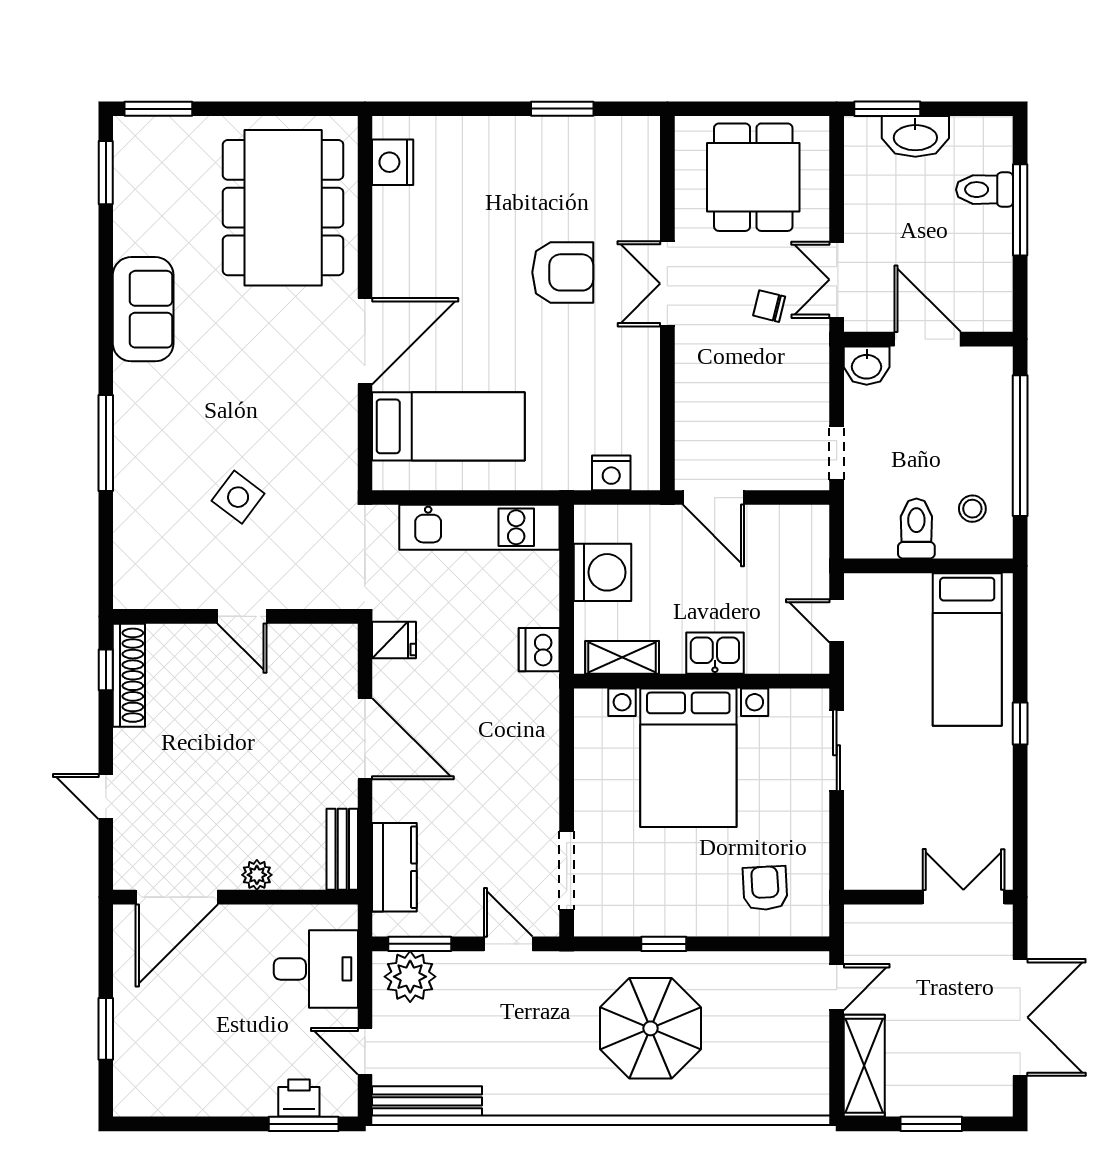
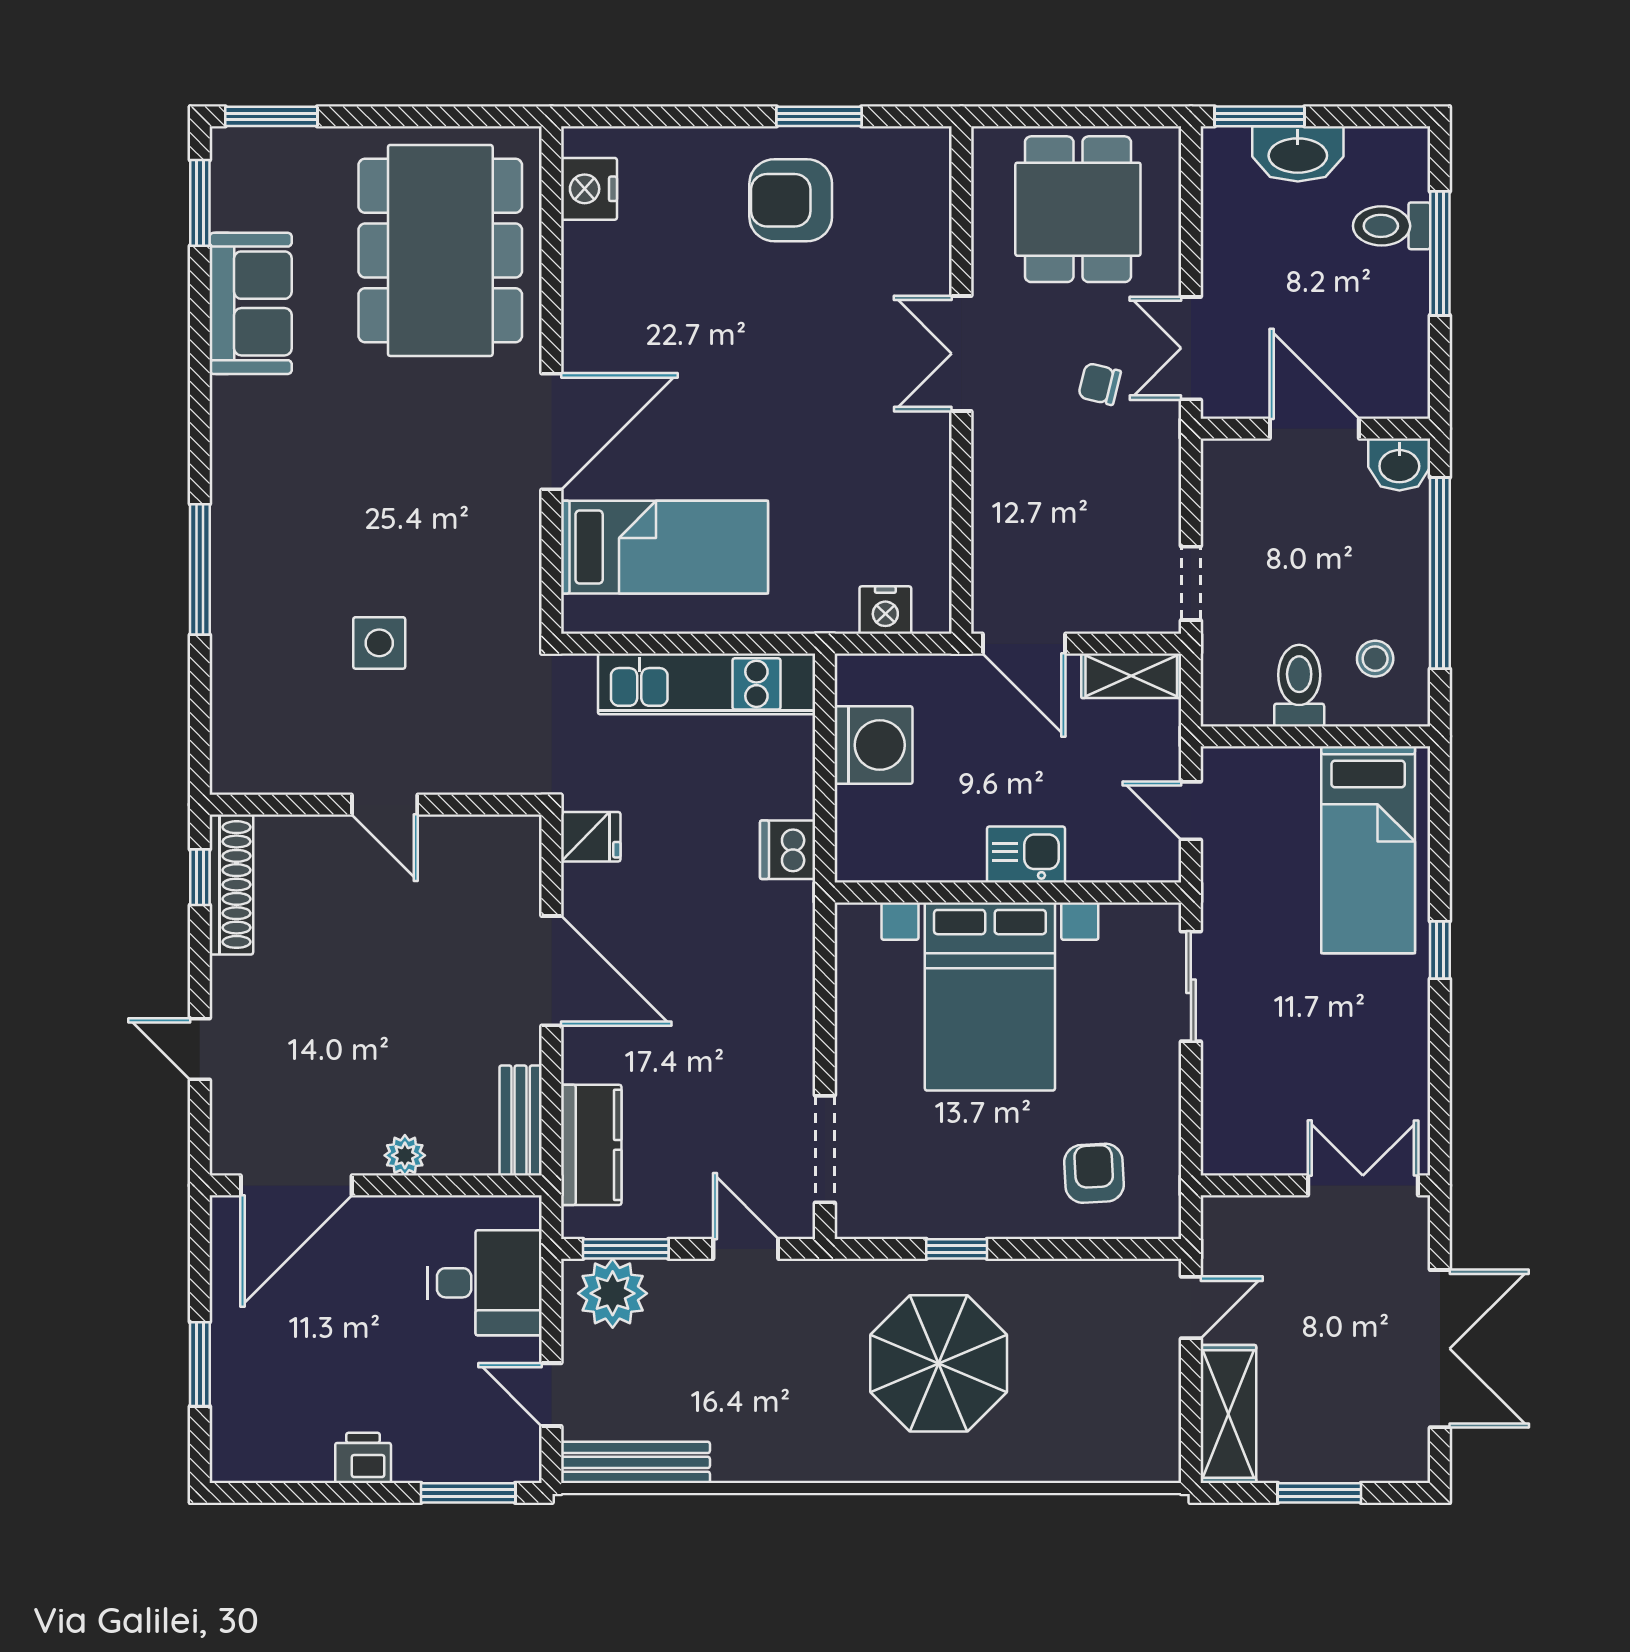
armchair: (563, 272) -> (791, 200), moved, turned 180
sofa: (143, 309) -> (251, 303), moved
washbasin: (867, 366) -> (1399, 465), moved
side table: (238, 497) -> (379, 643), turned -37
shelving: (622, 657) -> (1131, 676), moved
printer: (299, 1098) -> (363, 1458), moved

